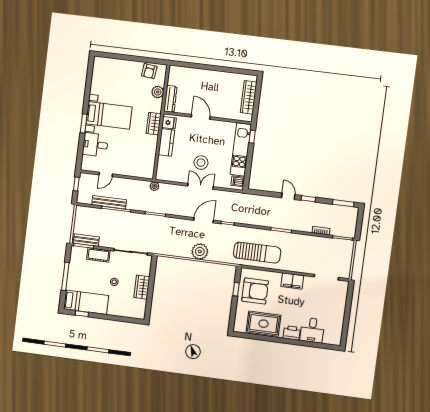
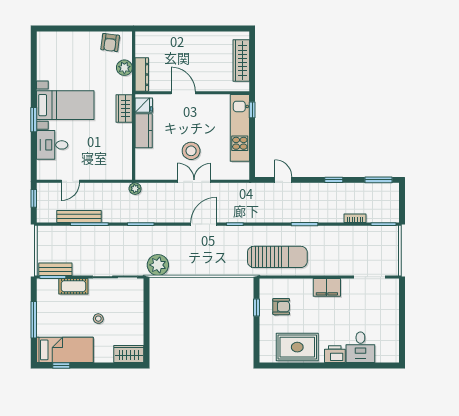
dishwasher: (238, 181) -> (241, 169), removed
door: (288, 196) -> (283, 180), moved
plant: (200, 252) -> (158, 265), moved
wardrobe: (142, 287) -> (129, 354), moved, turned 90
armchair: (255, 291) -> (281, 307), width x0.53, depth x0.53

